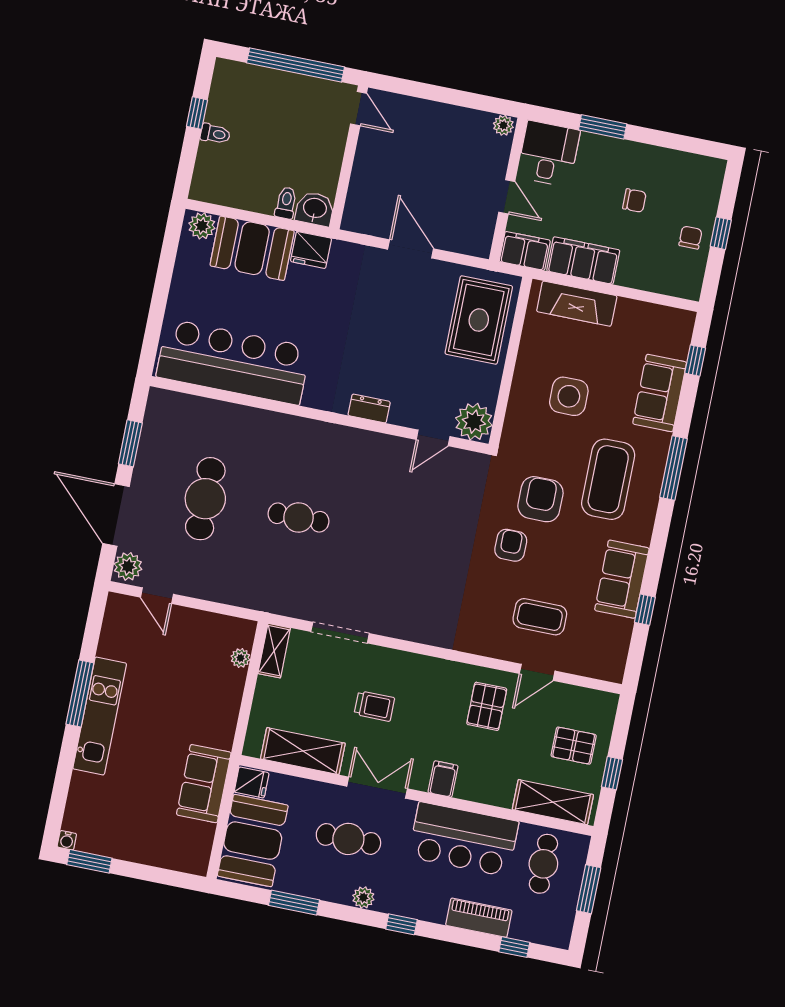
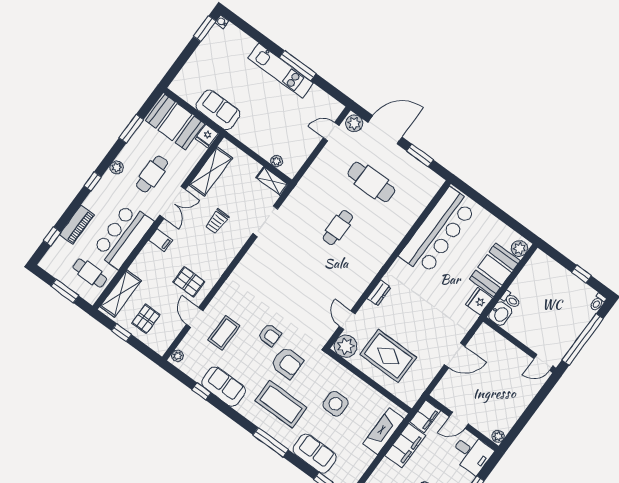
toilet: (215, 134) -> (598, 302), moved
rug: (479, 320) -> (388, 356), moved
plant: (608, 671) -> (177, 356), added

